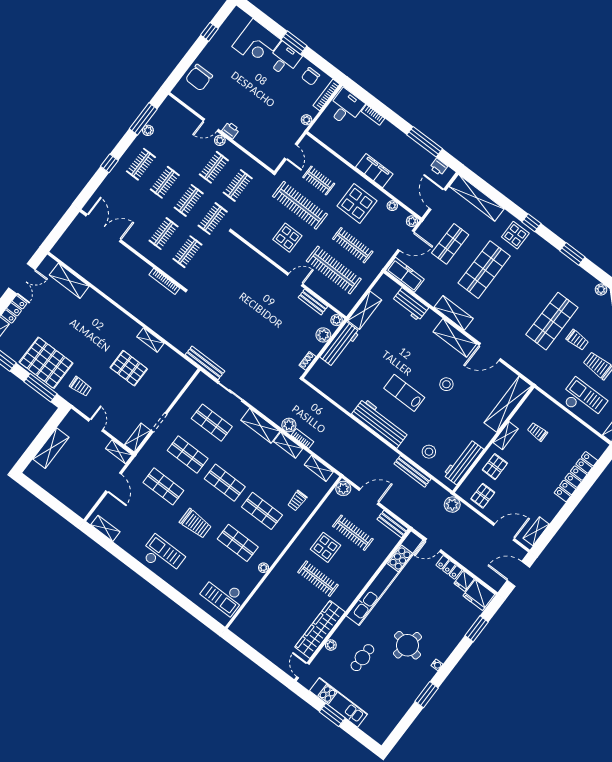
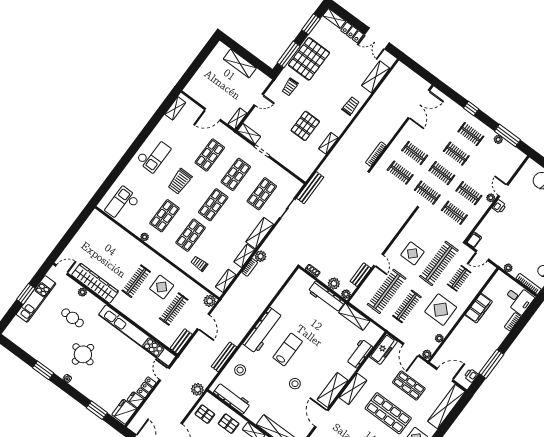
filing cabinet: (271, 161) -> (474, 240), added
filing cabinet: (374, 171) -> (479, 308), moved
trolley: (105, 312) -> (351, 106), added

